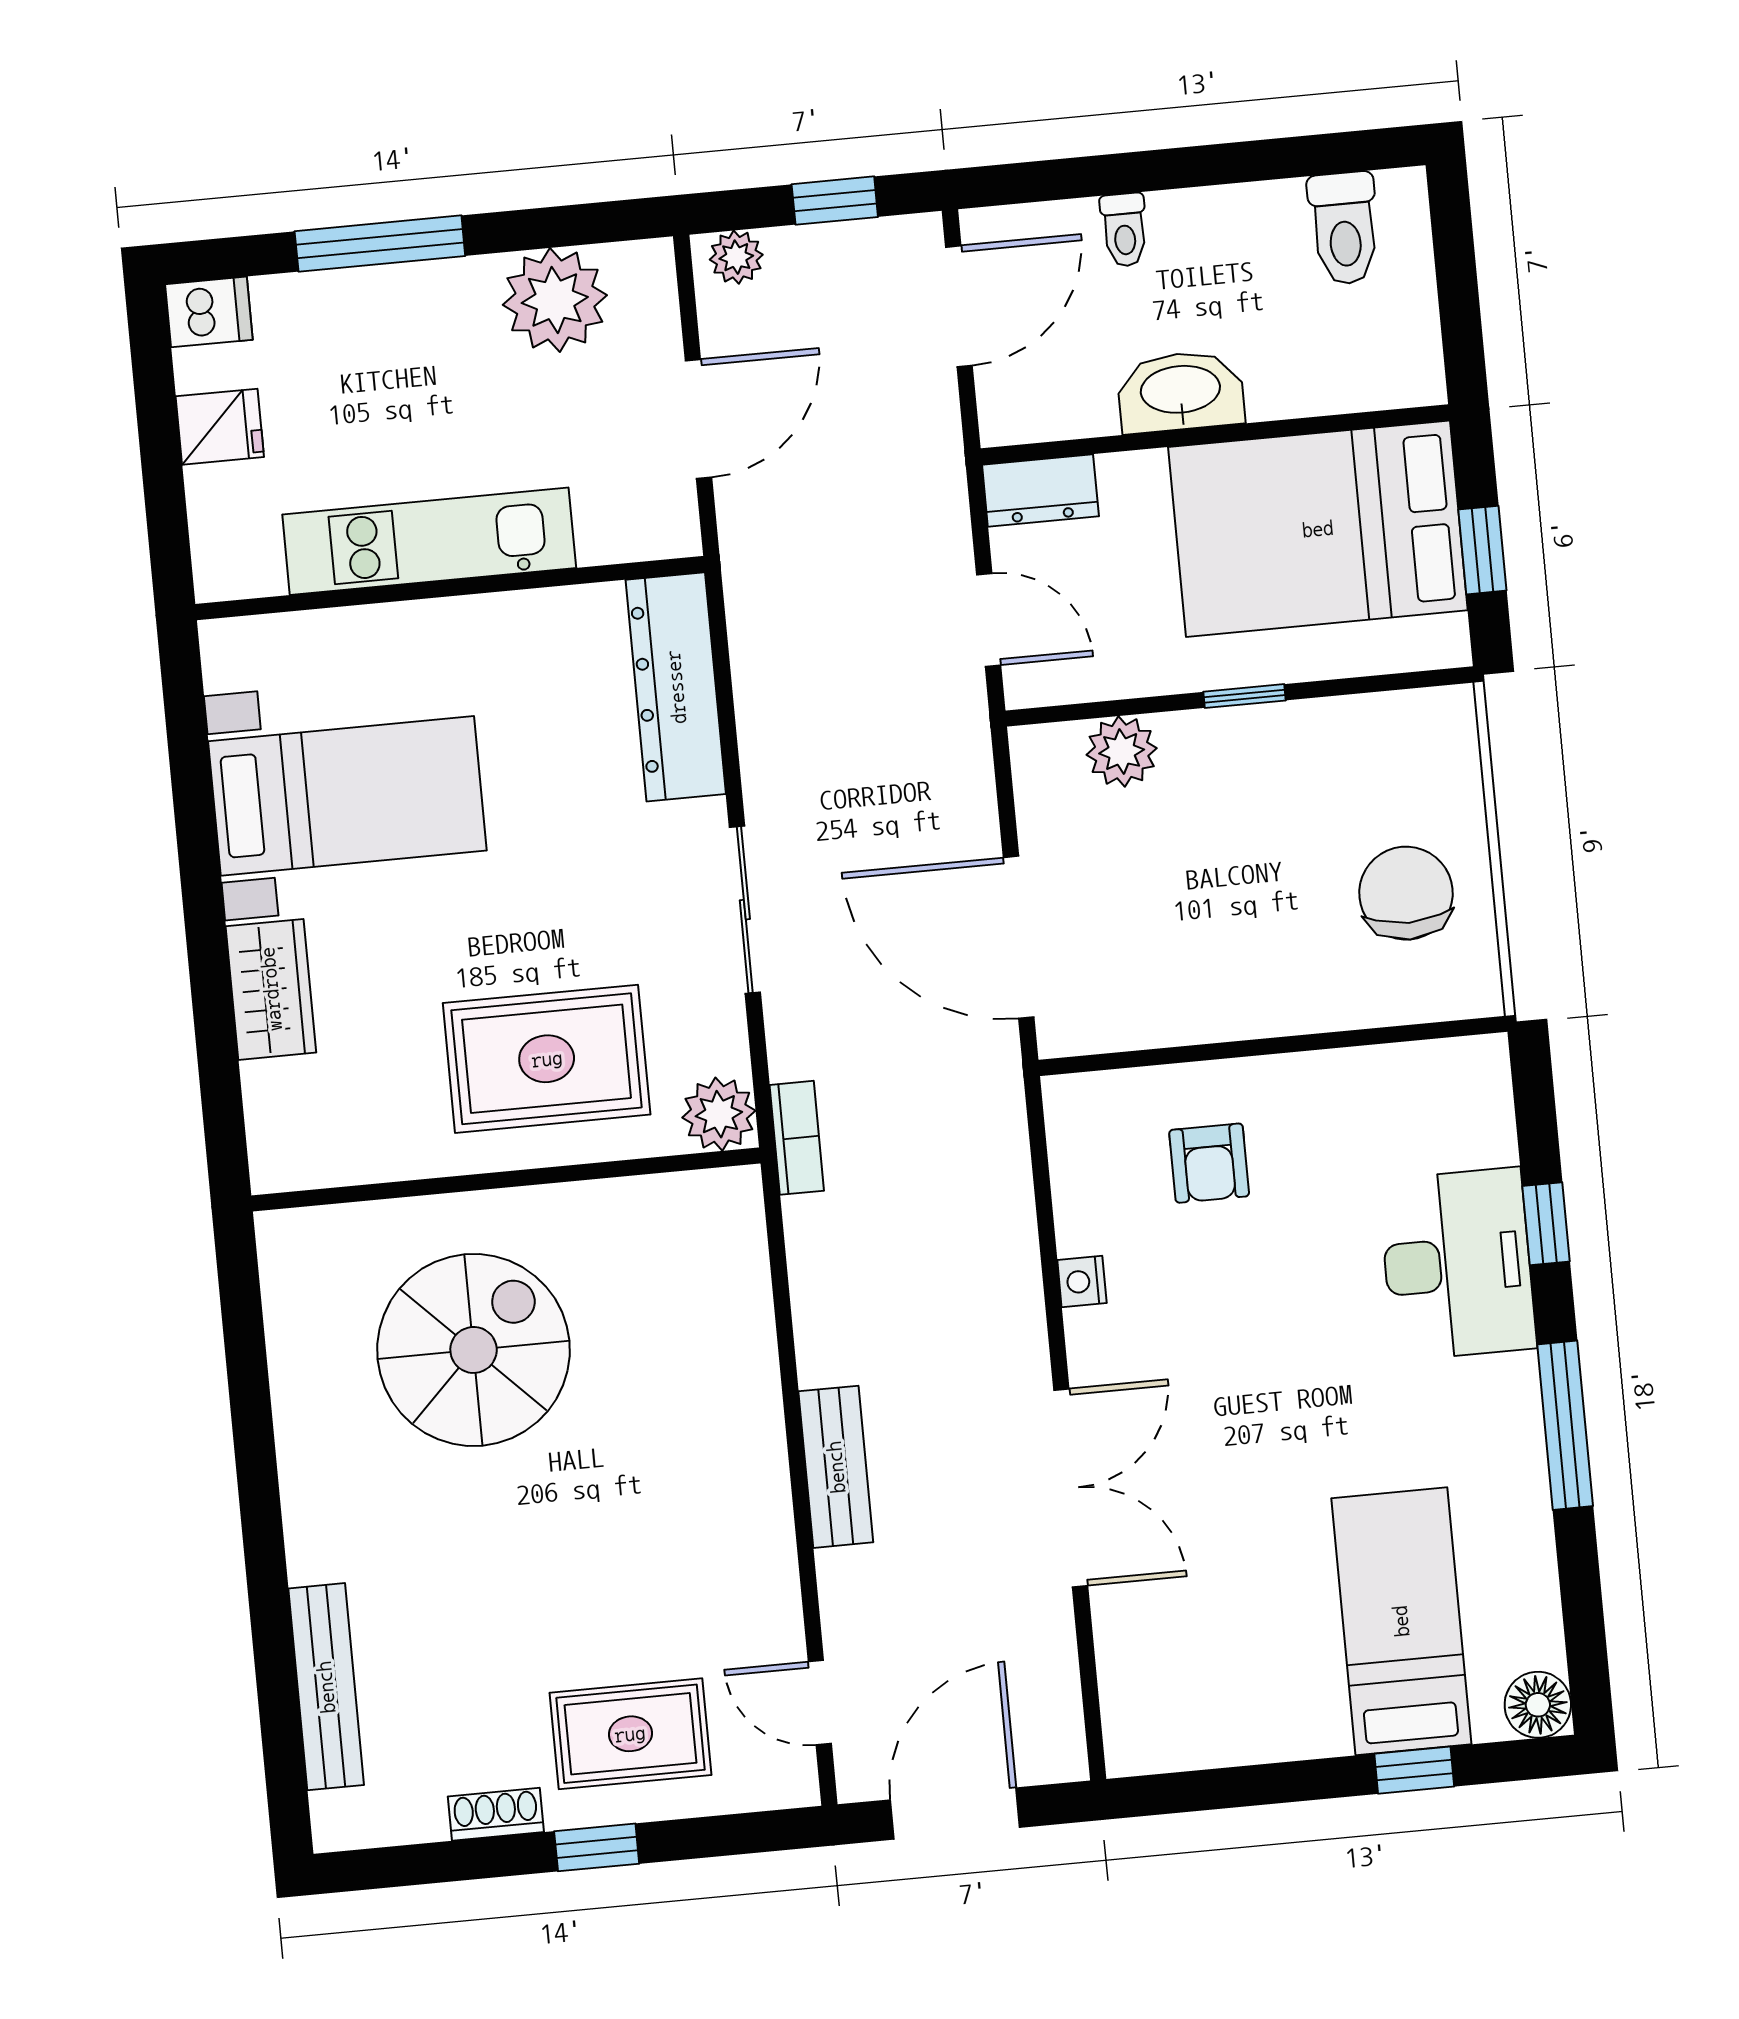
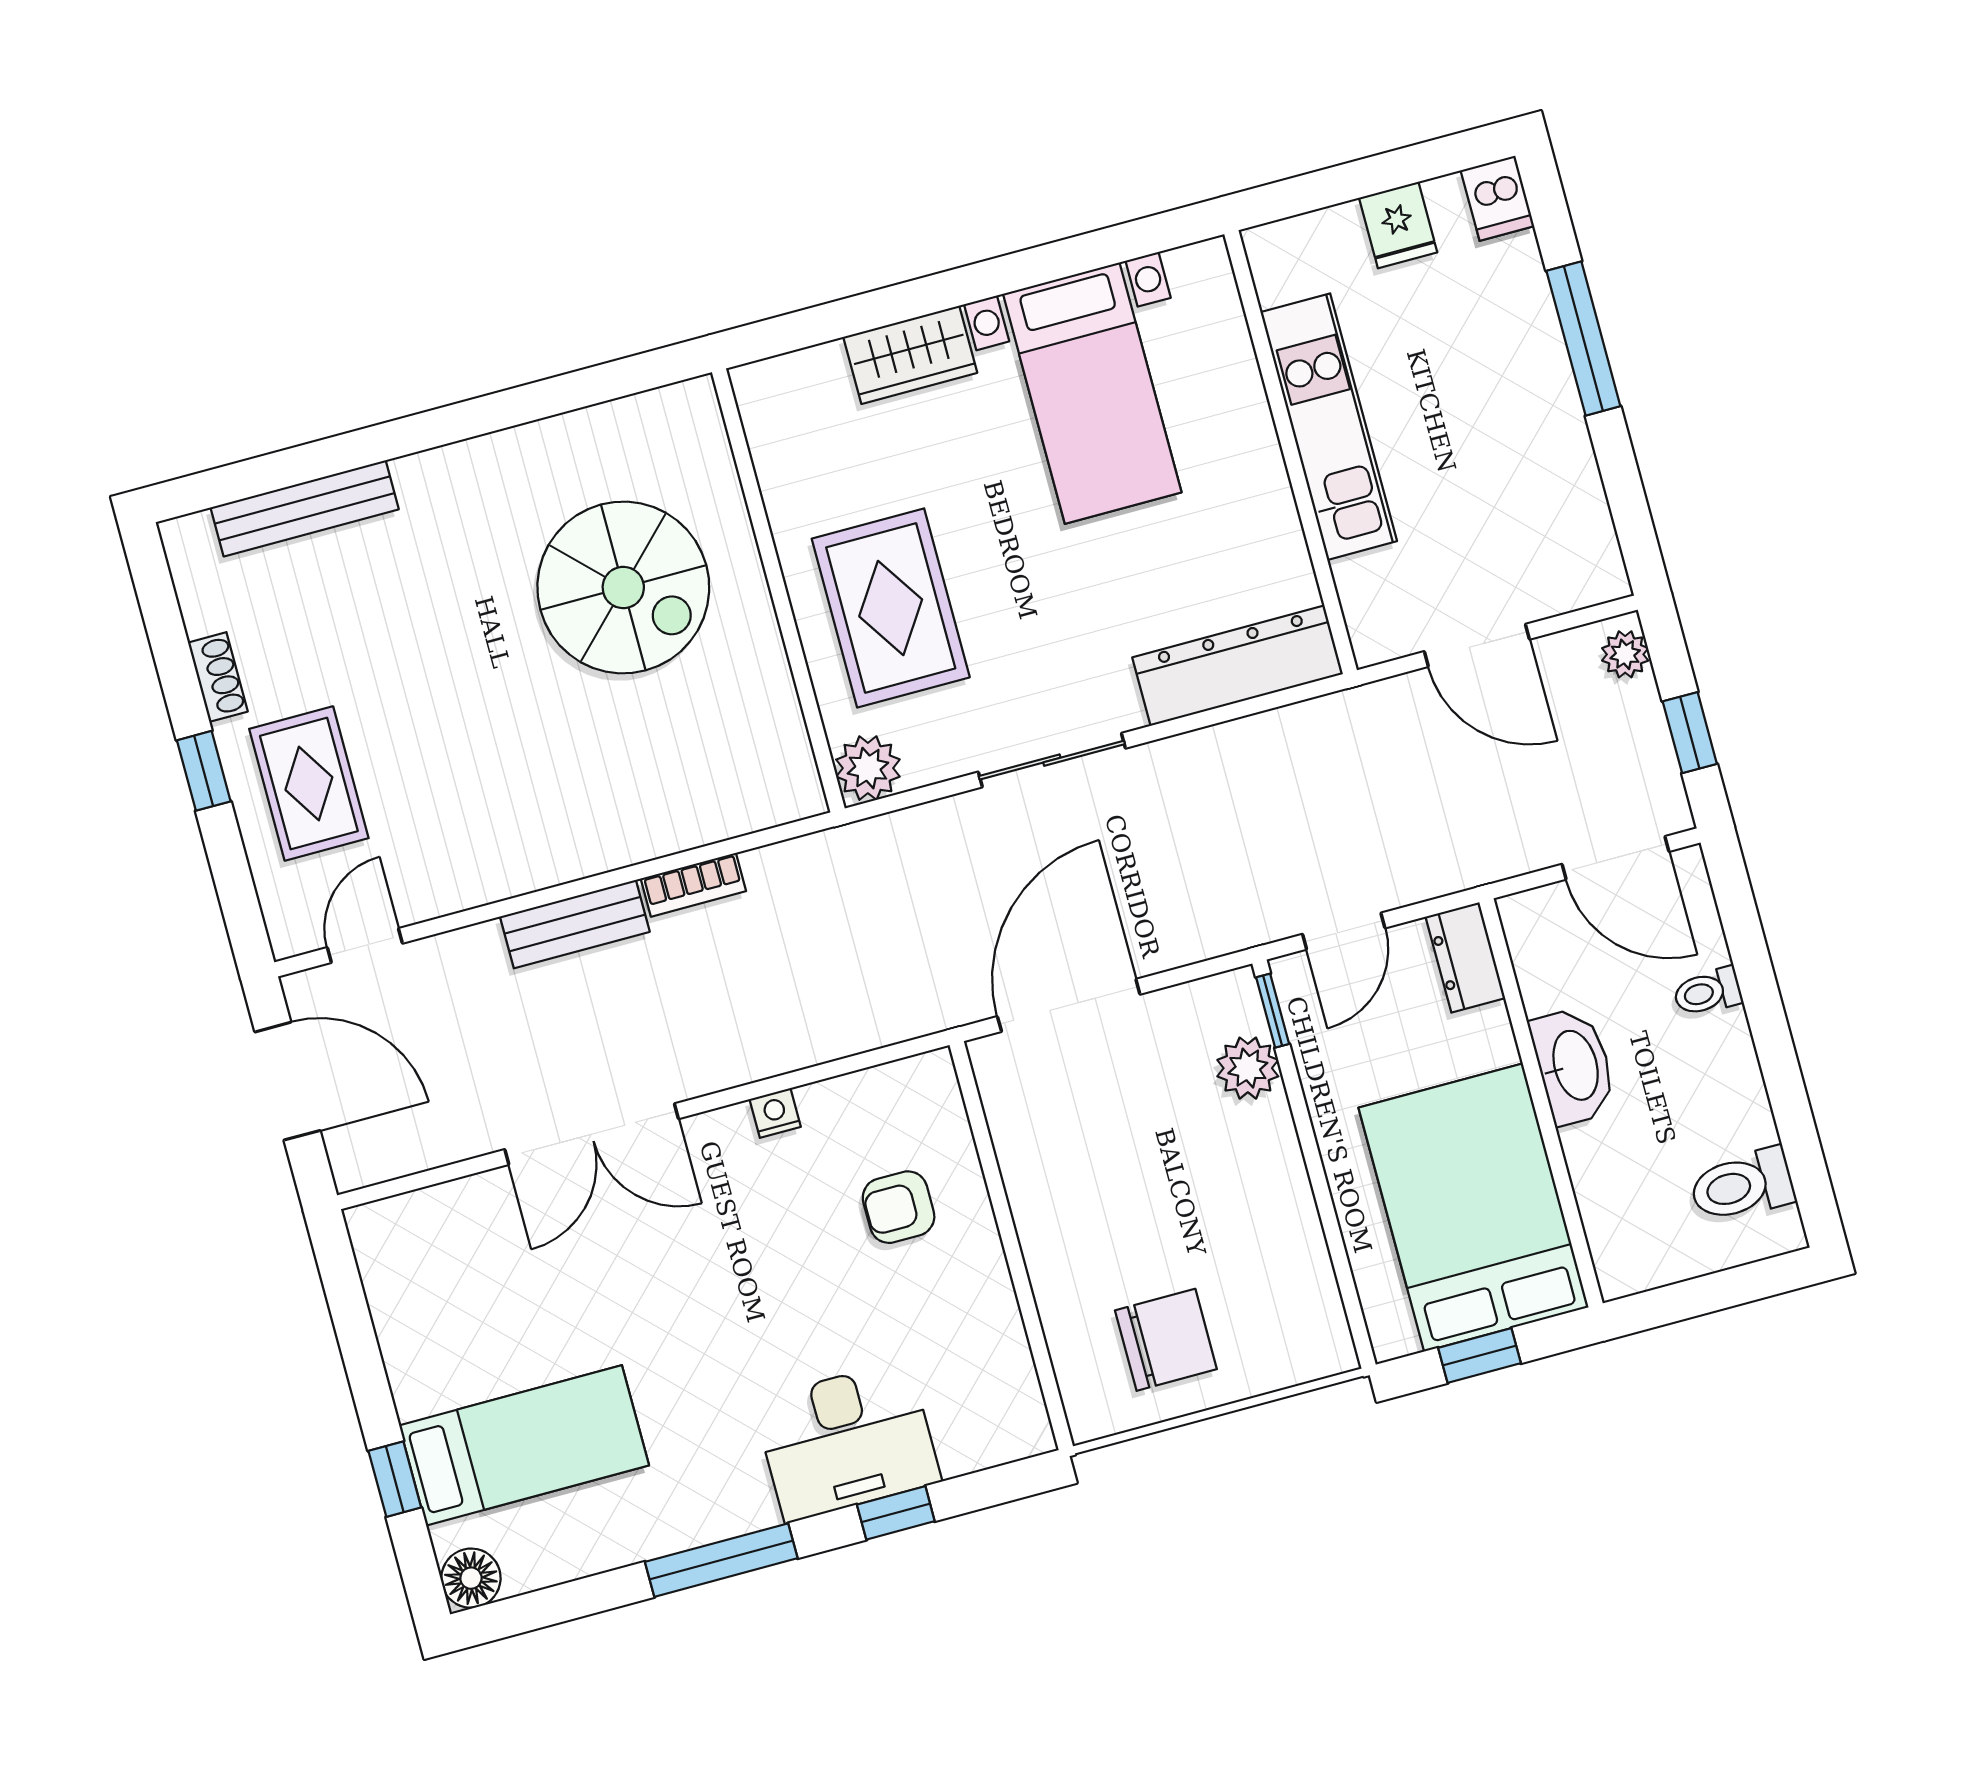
plant: (555, 300) -> (1560, 501), removed
window: (1245, 696) -> (1273, 1011), moved
bookcase: (797, 1138) -> (693, 885), moved

